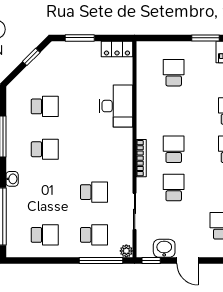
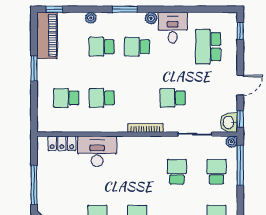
window: (80, 38) -> (34, 185), width x1.44
locker: (117, 49) -> (62, 143), moved, turned 90
school desk: (174, 149) -> (102, 98), moved
washbasin: (164, 248) -> (229, 123), moved

